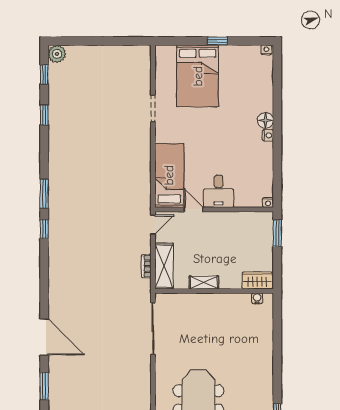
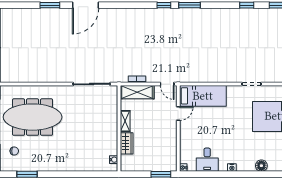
floor lamp: (265, 120) -> (261, 166), moved
desk: (219, 191) -> (207, 160), moved, turned -90
wardrobe: (257, 280) -> (127, 143), moved

